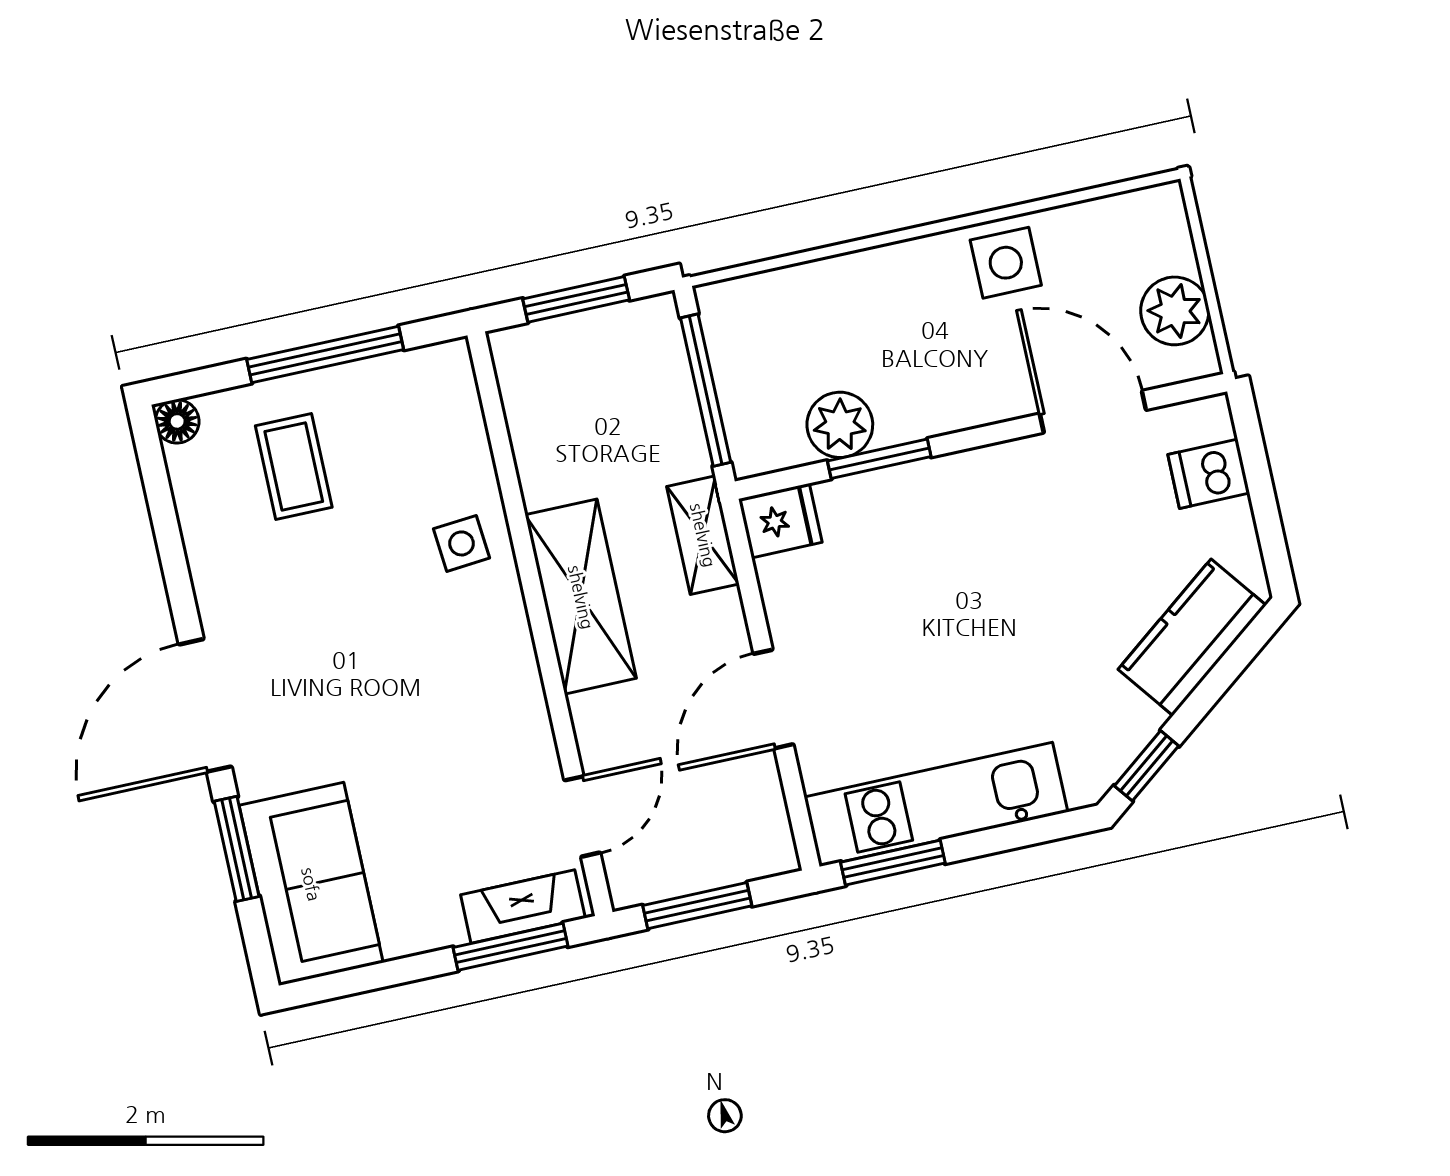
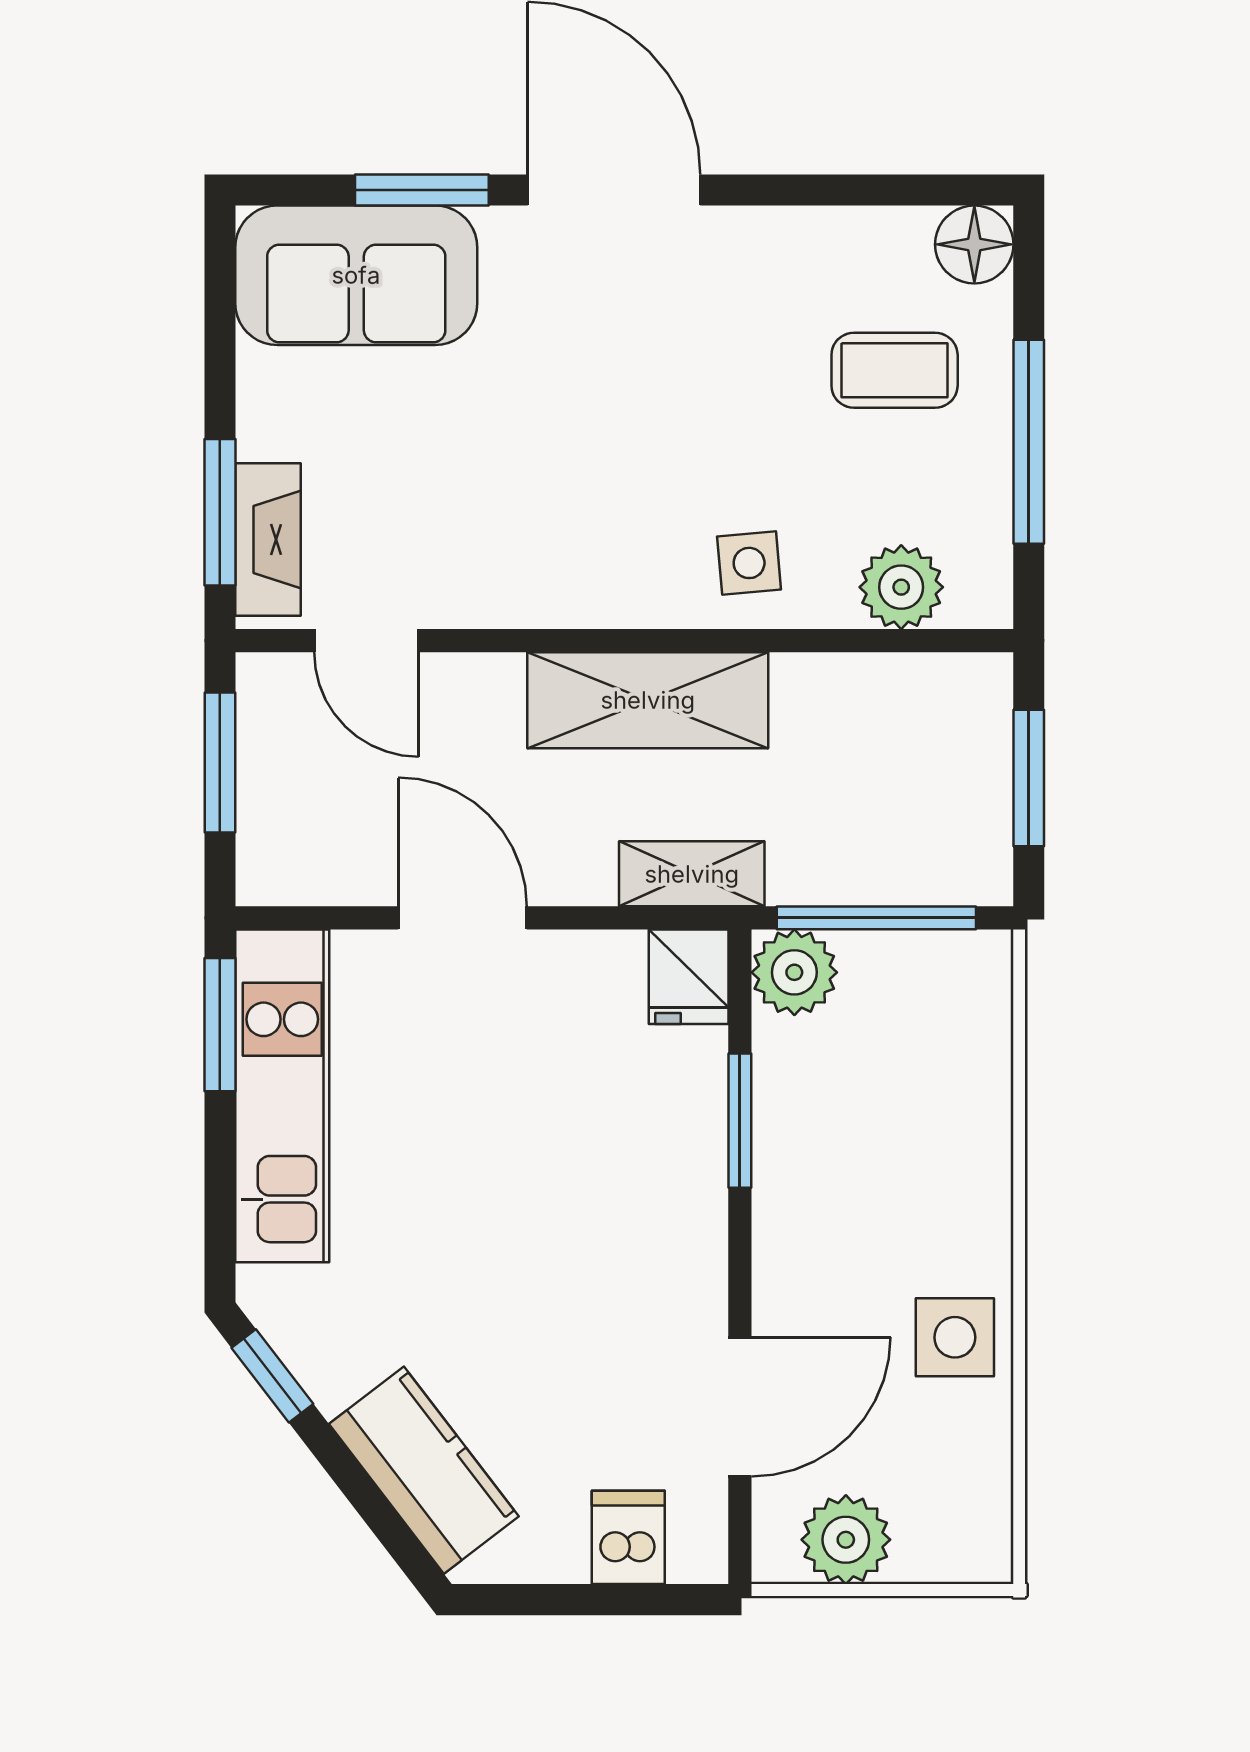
floor lamp: (177, 421) -> (974, 244), width x1.37, depth x1.37
plant: (840, 425) -> (794, 972), moved
plant: (455, 426) -> (901, 587), added

